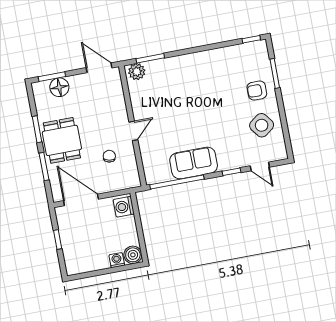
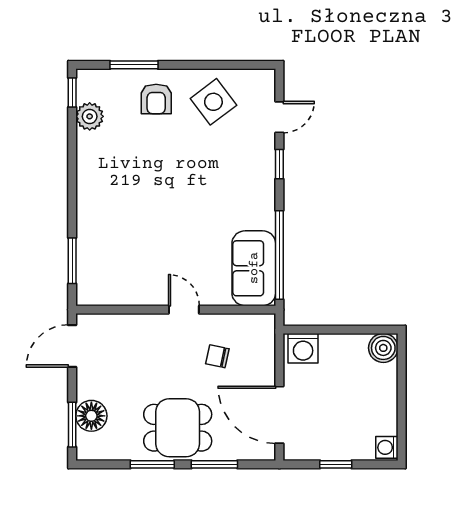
plant: (137, 72) -> (90, 116), moved
sofa: (194, 163) -> (254, 268), moved
door: (81, 200) -> (279, 415), hinge flipped
washing machine: (117, 260) -> (387, 447), moved

